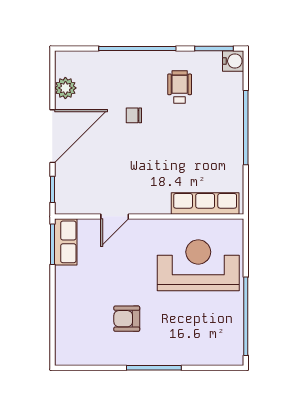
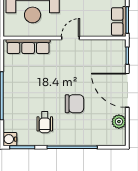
chair: (134, 115) -> (74, 104), width x1.87, depth x1.87
door: (52, 136) -> (127, 90), hinge flipped
door: (115, 216) -> (70, 38), moved

